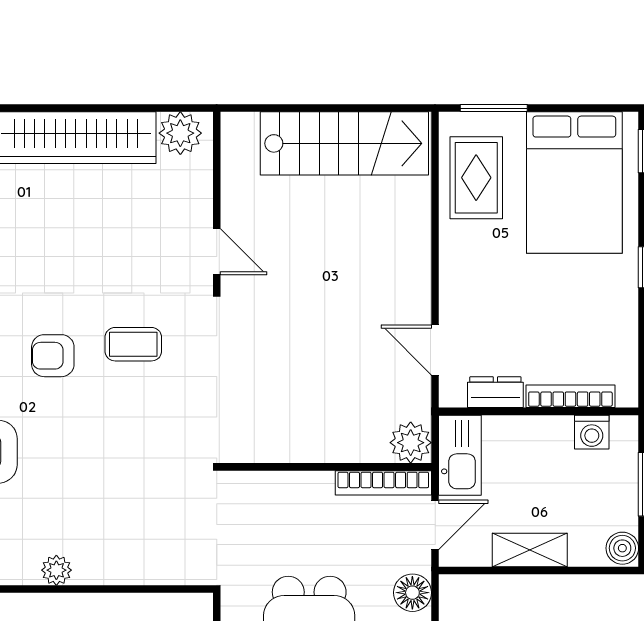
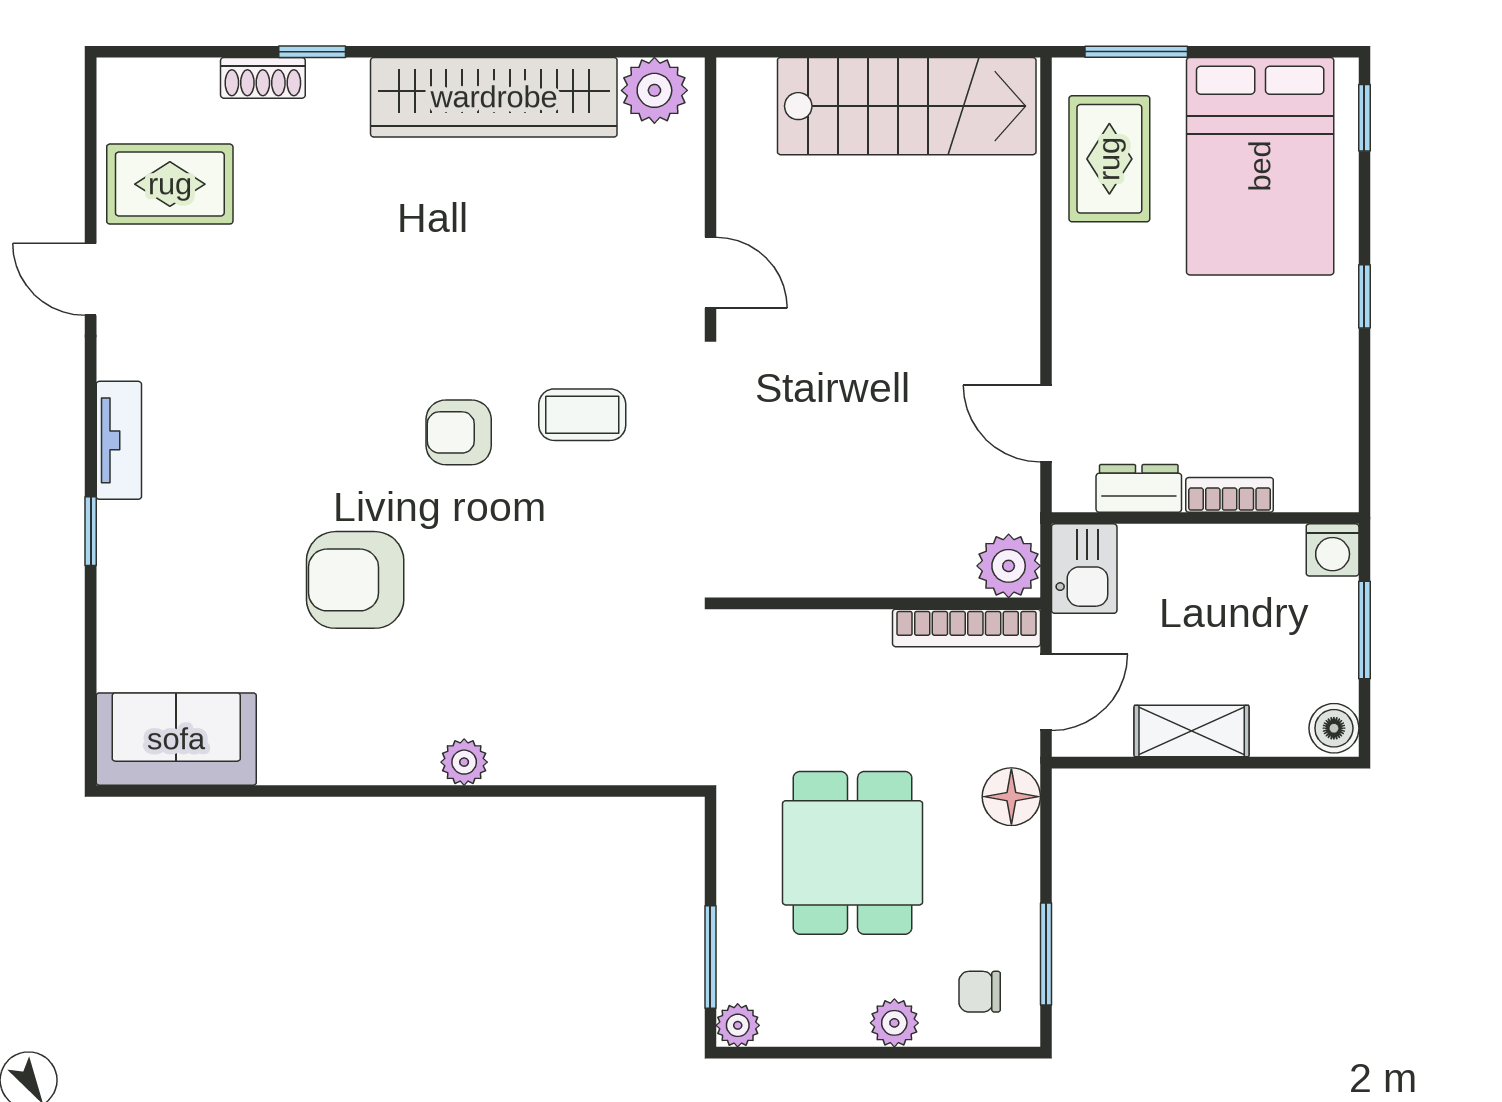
bookcase: (570, 396) -> (1230, 495), width x0.64
washing machine: (592, 432) -> (1333, 550), moved
kitchen sink: (460, 455) -> (1084, 569), width x0.73

